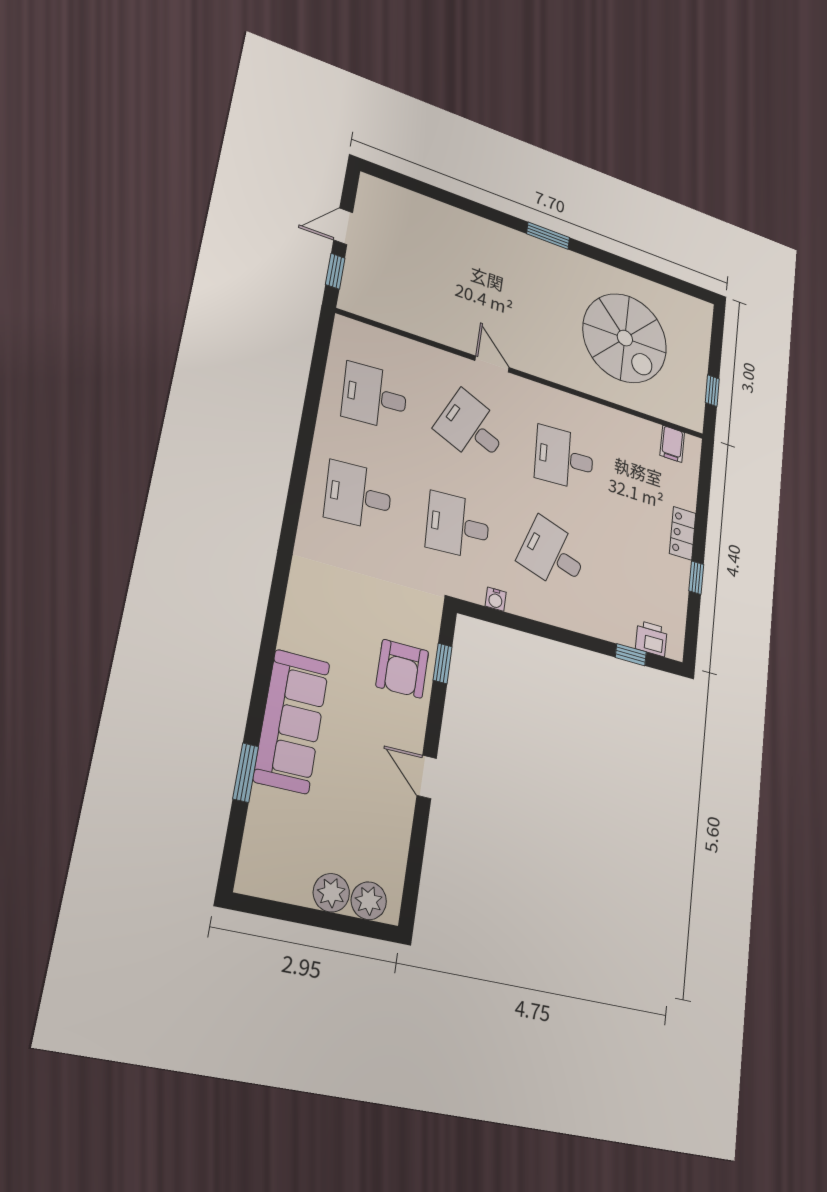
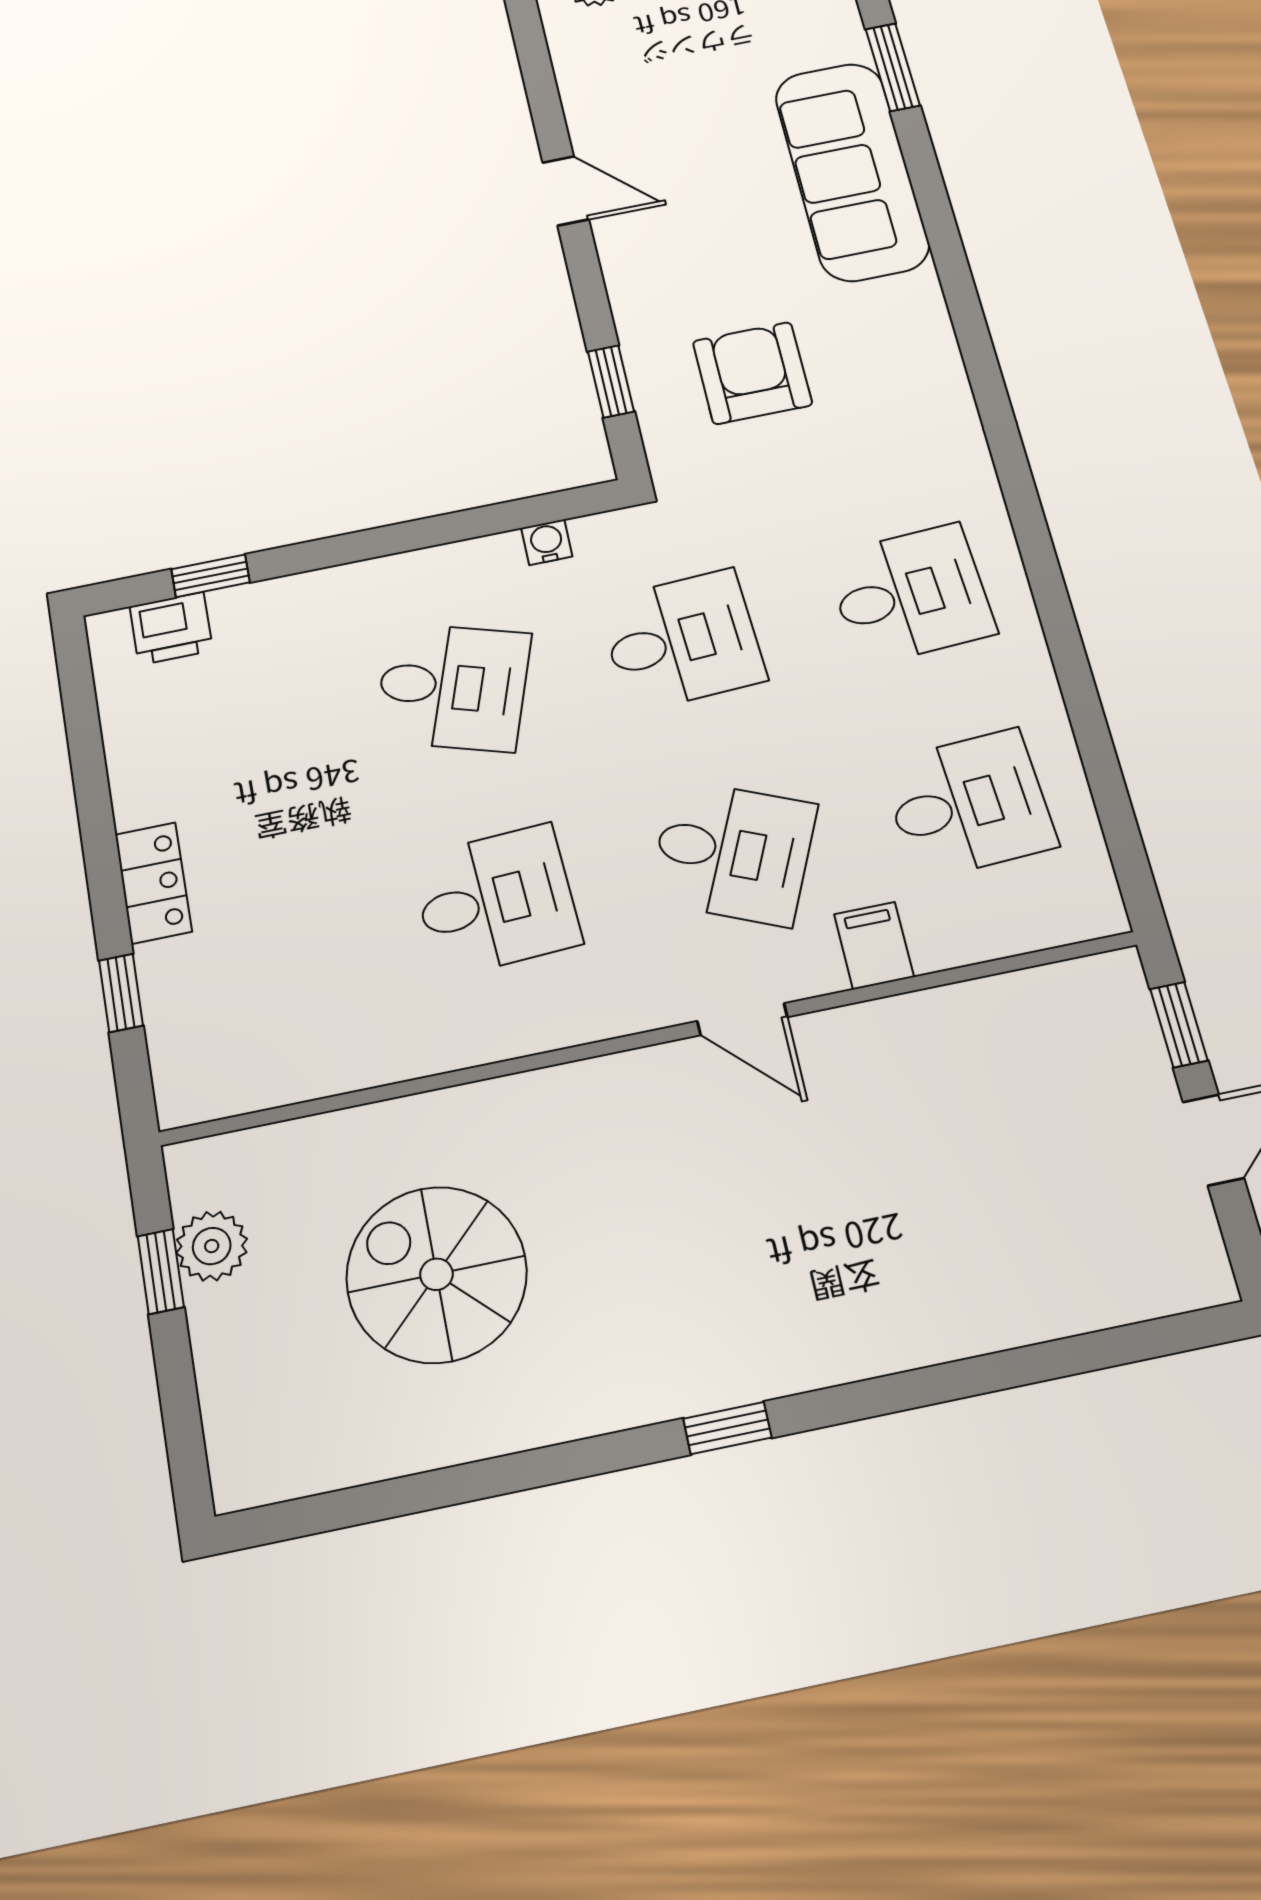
window: (548, 236) -> (727, 1428), width x0.67
spiral stairs: (625, 338) -> (436, 1274), width x0.73, depth x0.73
plant: (694, 390) -> (212, 1246), added
filing cabinet: (672, 444) -> (874, 945), moved
window: (696, 578) -> (121, 993), moved
armchair: (402, 669) -> (752, 373), moved

